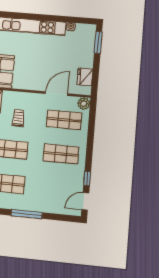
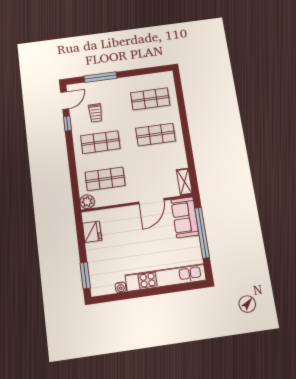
door: (57, 94) -> (151, 201), moved
trolley: (18, 118) -> (95, 113), moved
window: (27, 214) -> (100, 77), moved

